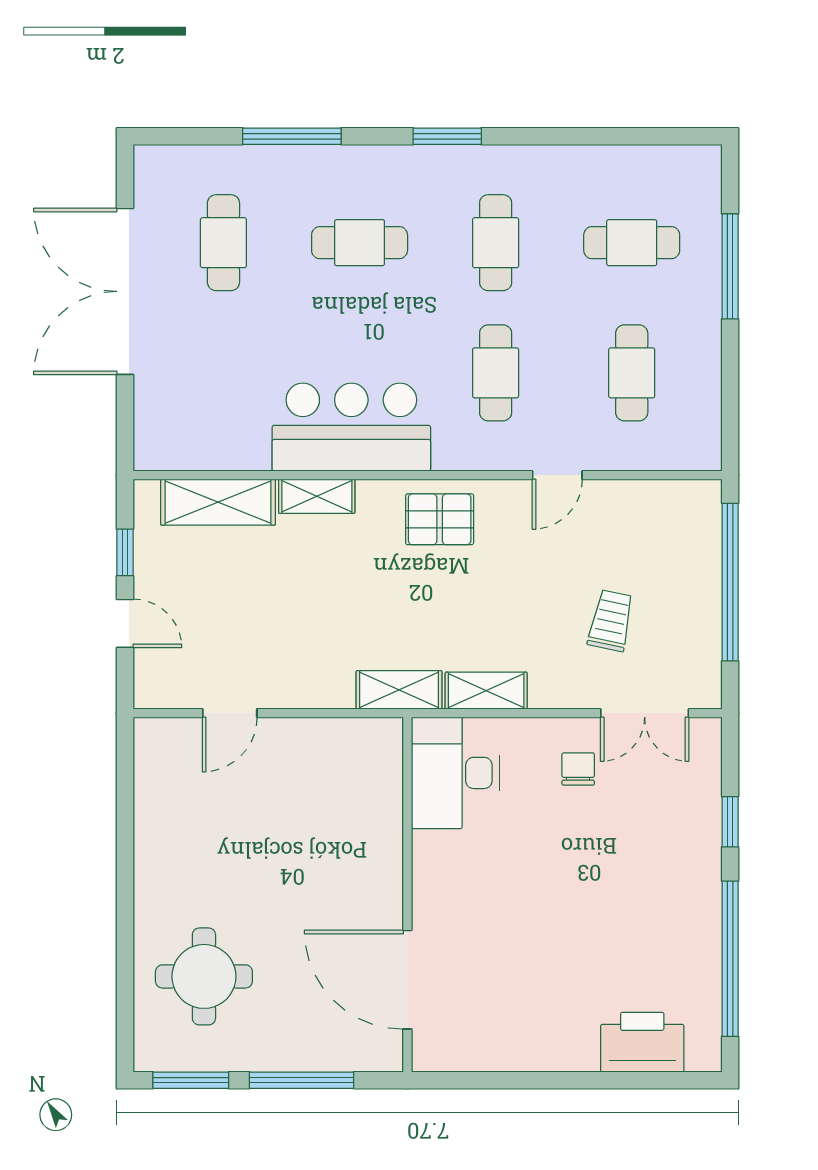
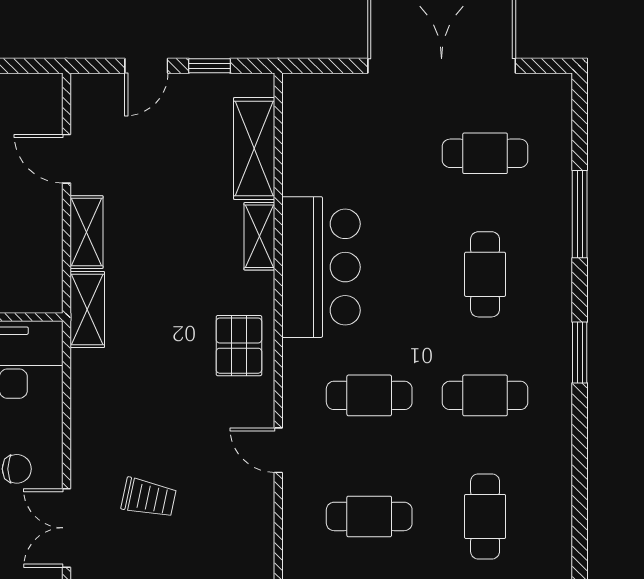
shelving: (486, 691) -> (86, 232), moved

